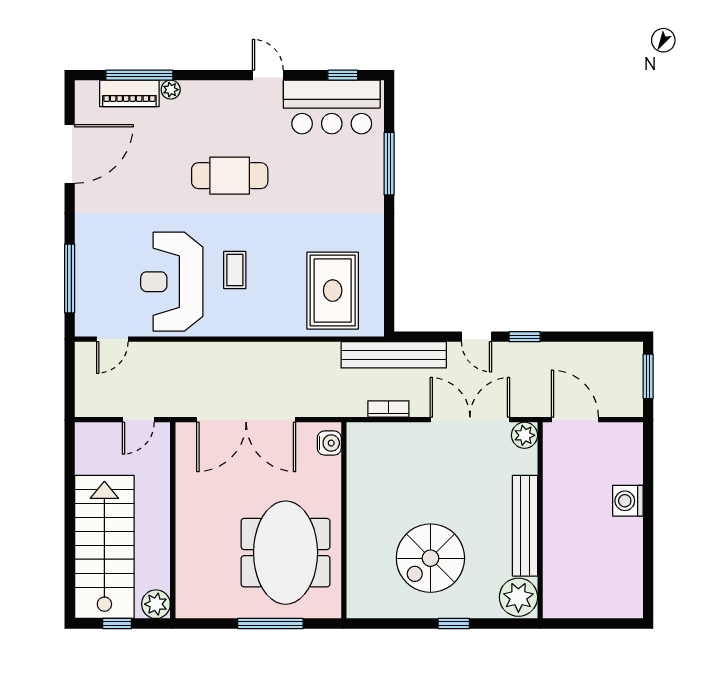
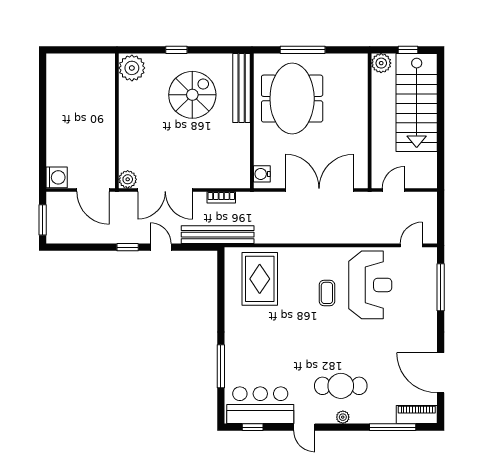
plant: (171, 90) -> (343, 417), moved
piano: (129, 93) -> (417, 415), moved
door: (70, 154) -> (441, 373), hinge flipped
cafe table: (230, 176) -> (341, 386), moved
washing machine: (628, 501) -> (57, 177), moved
bench: (525, 526) -> (242, 88), moved

